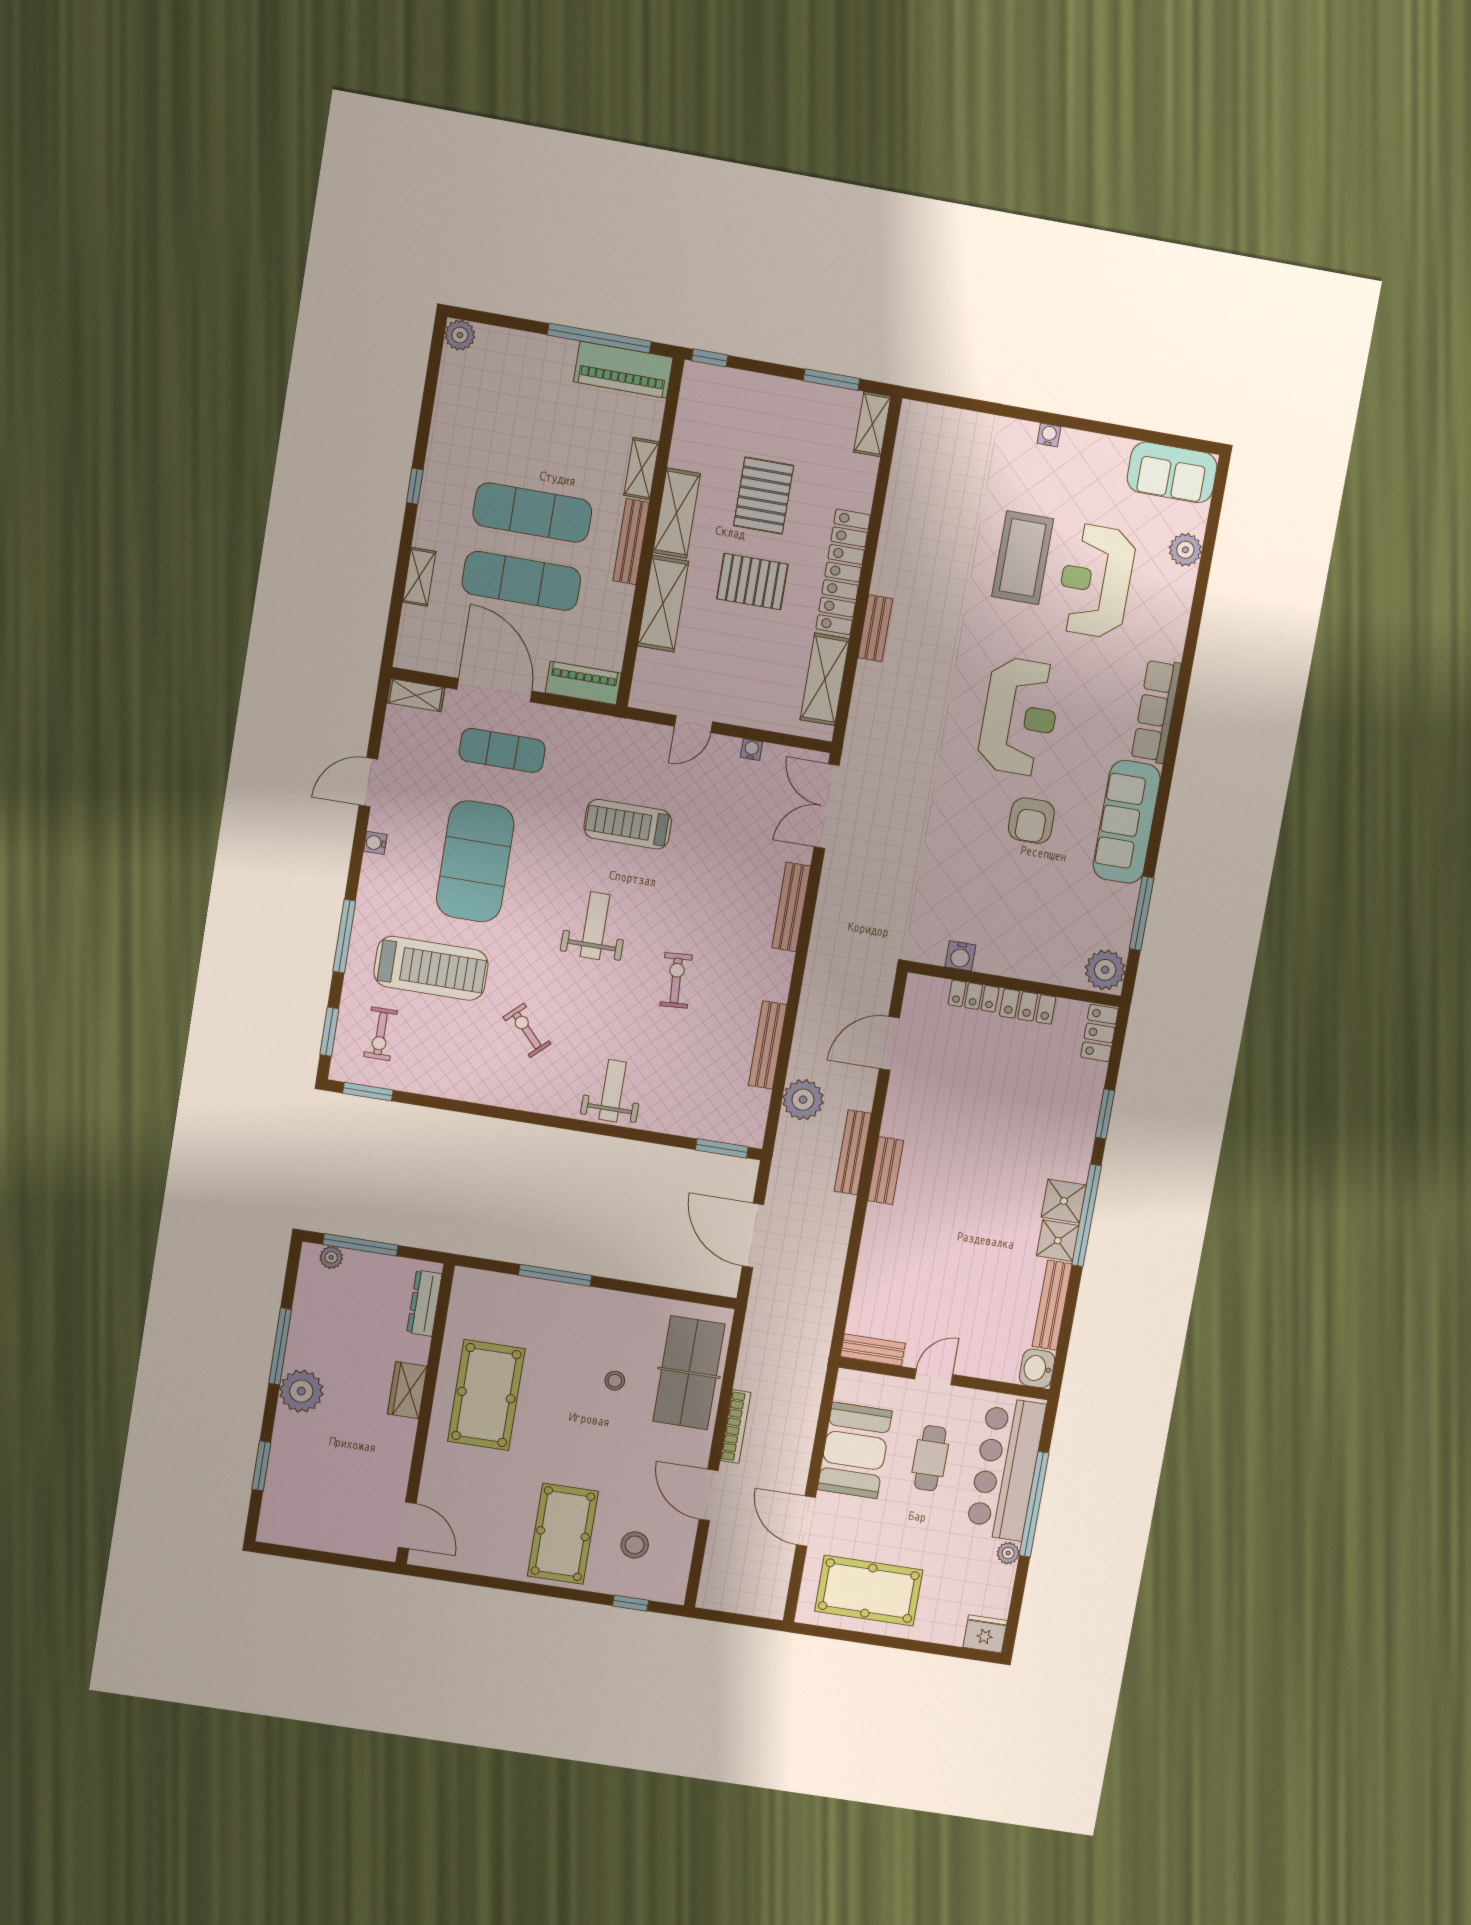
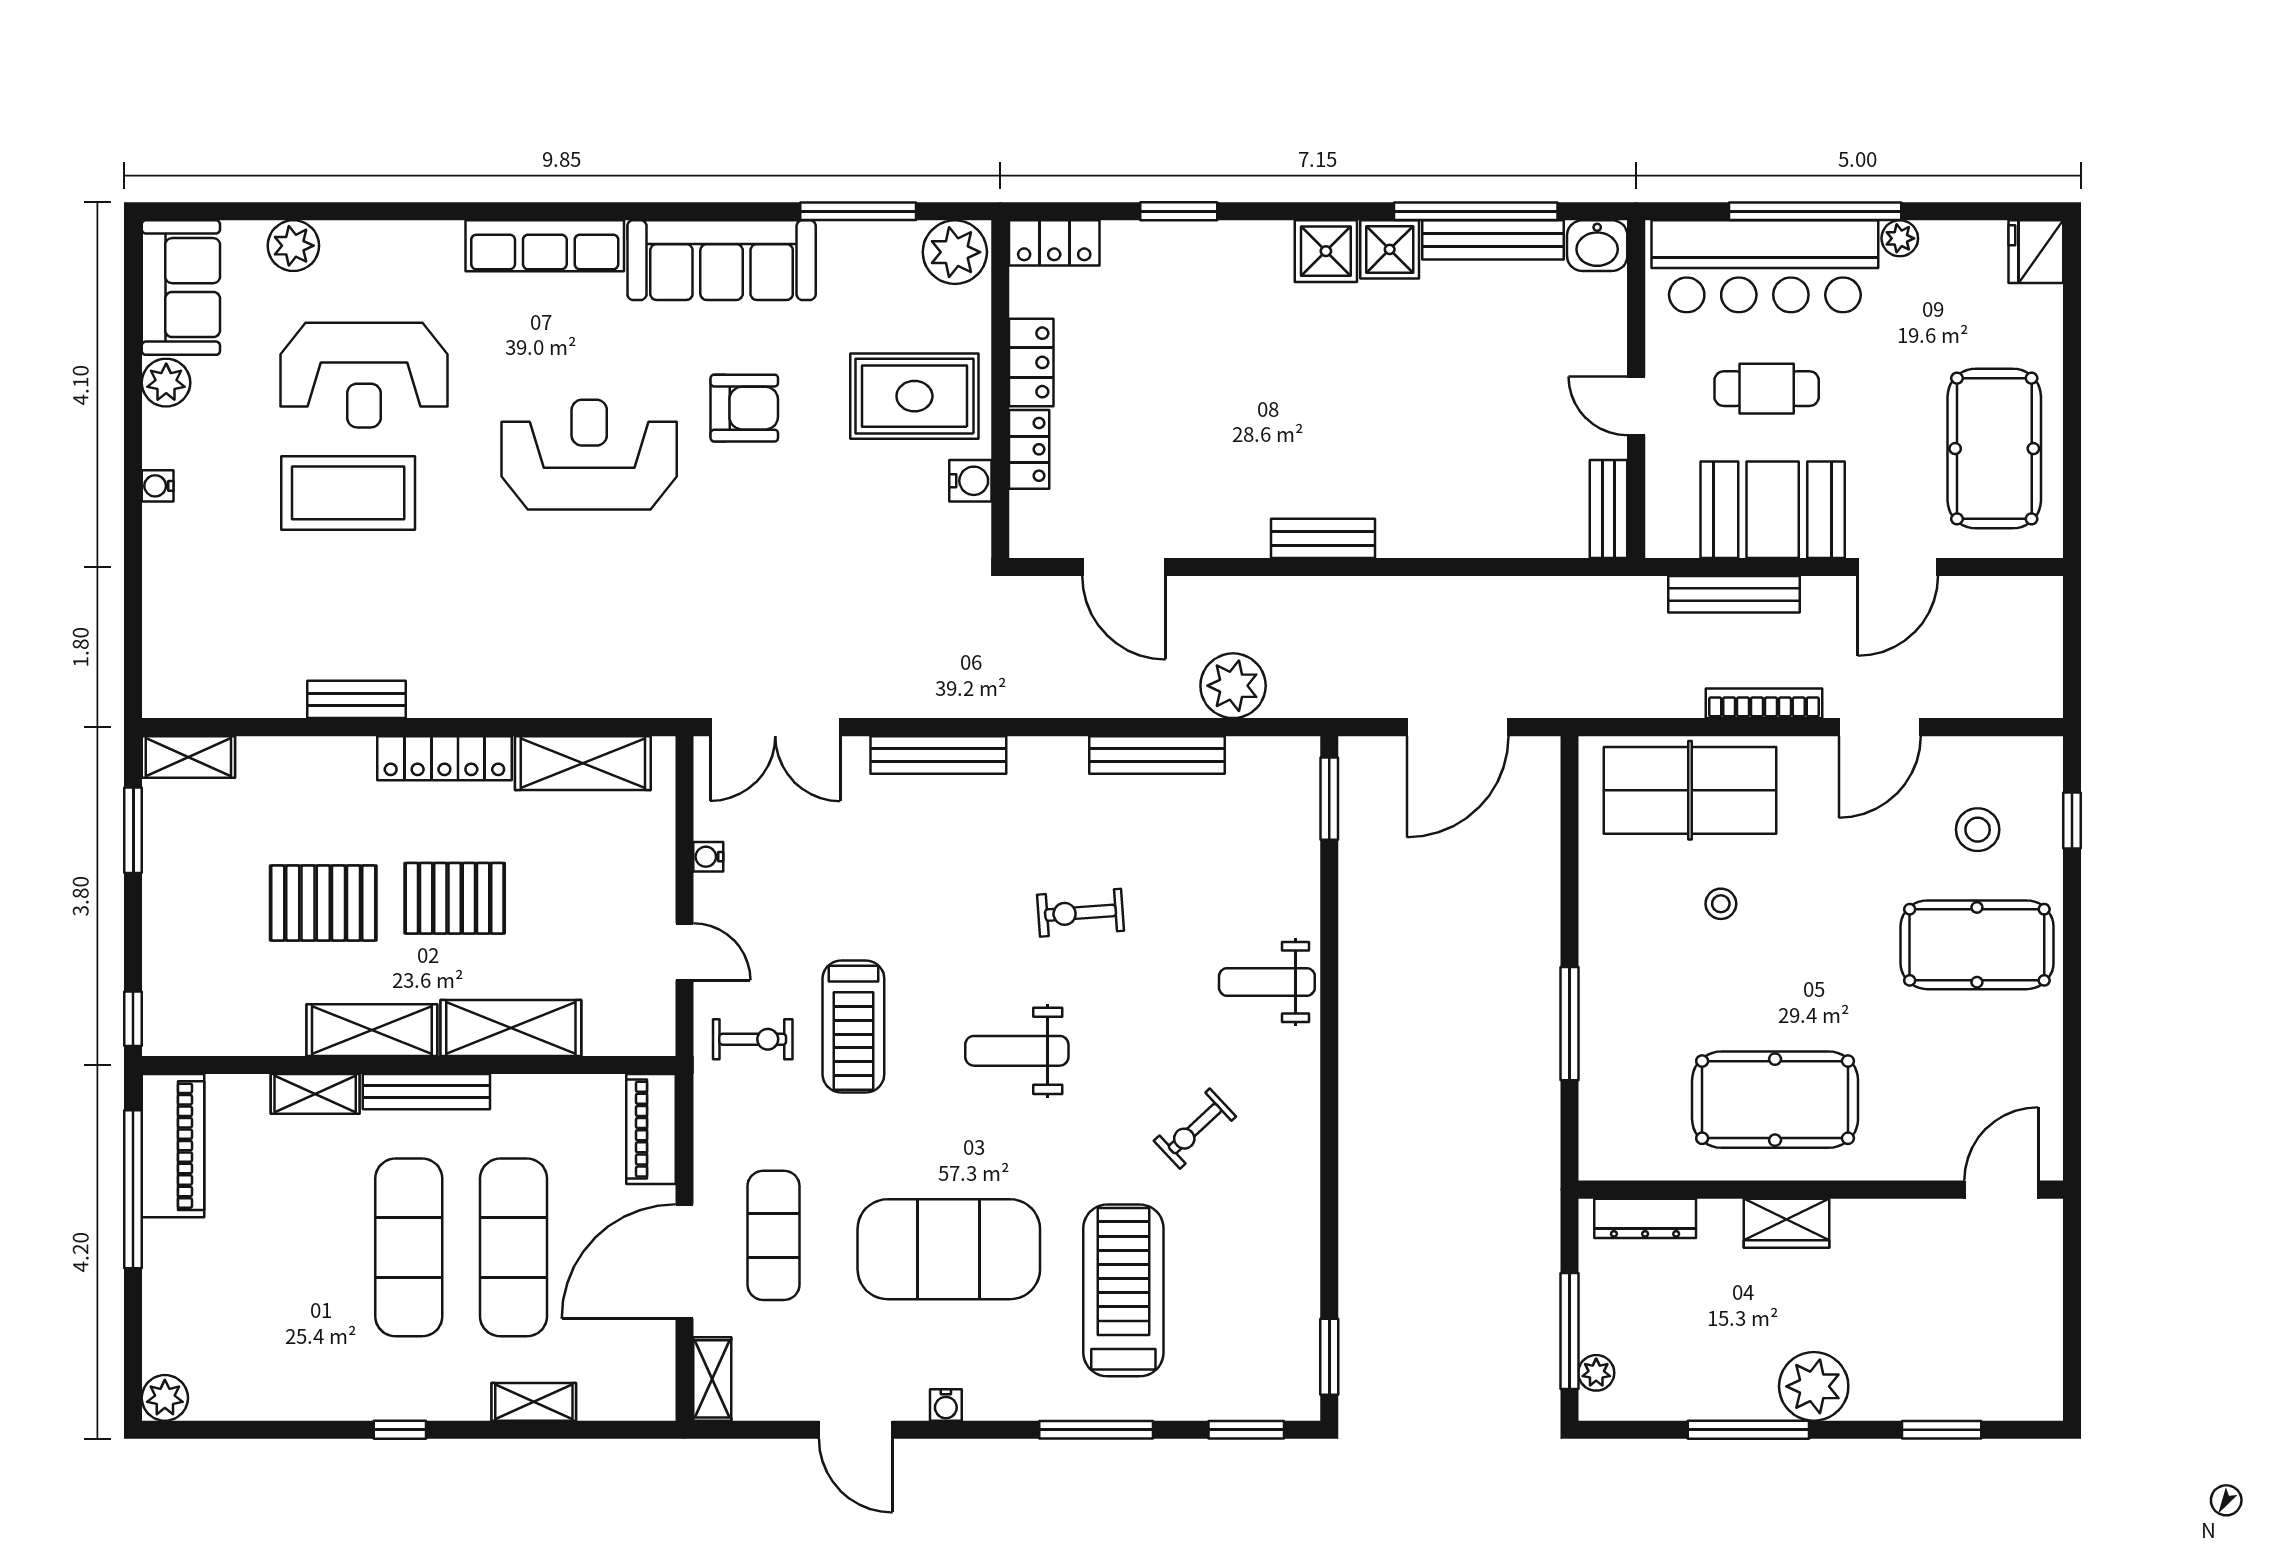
plant: (1114, 452) -> (166, 383), added
locker: (843, 572) -> (444, 758), width x0.71, depth x0.83
pallet: (752, 582) -> (455, 898), turned 90
bench: (875, 628) -> (357, 699), moved
rug: (1020, 929) -> (914, 396), added
exercise bike: (381, 1034) -> (753, 1039), moved
bench: (853, 1152) -> (1734, 594), moved
window: (1087, 1215) -> (1476, 211), moved

